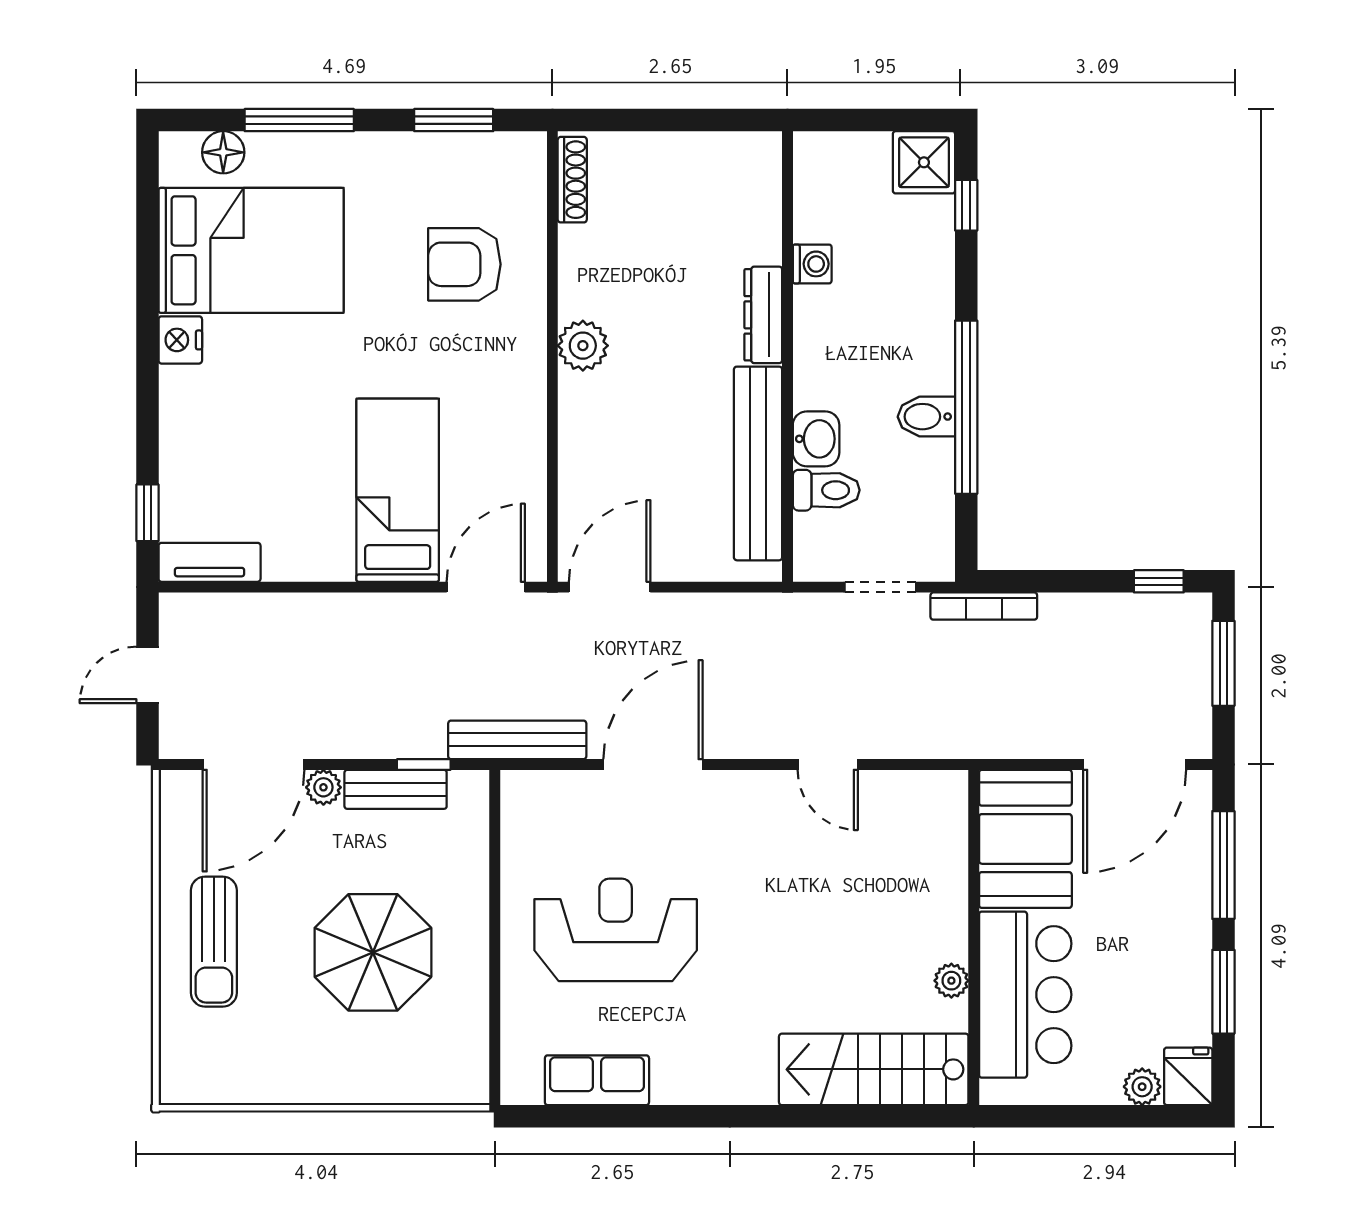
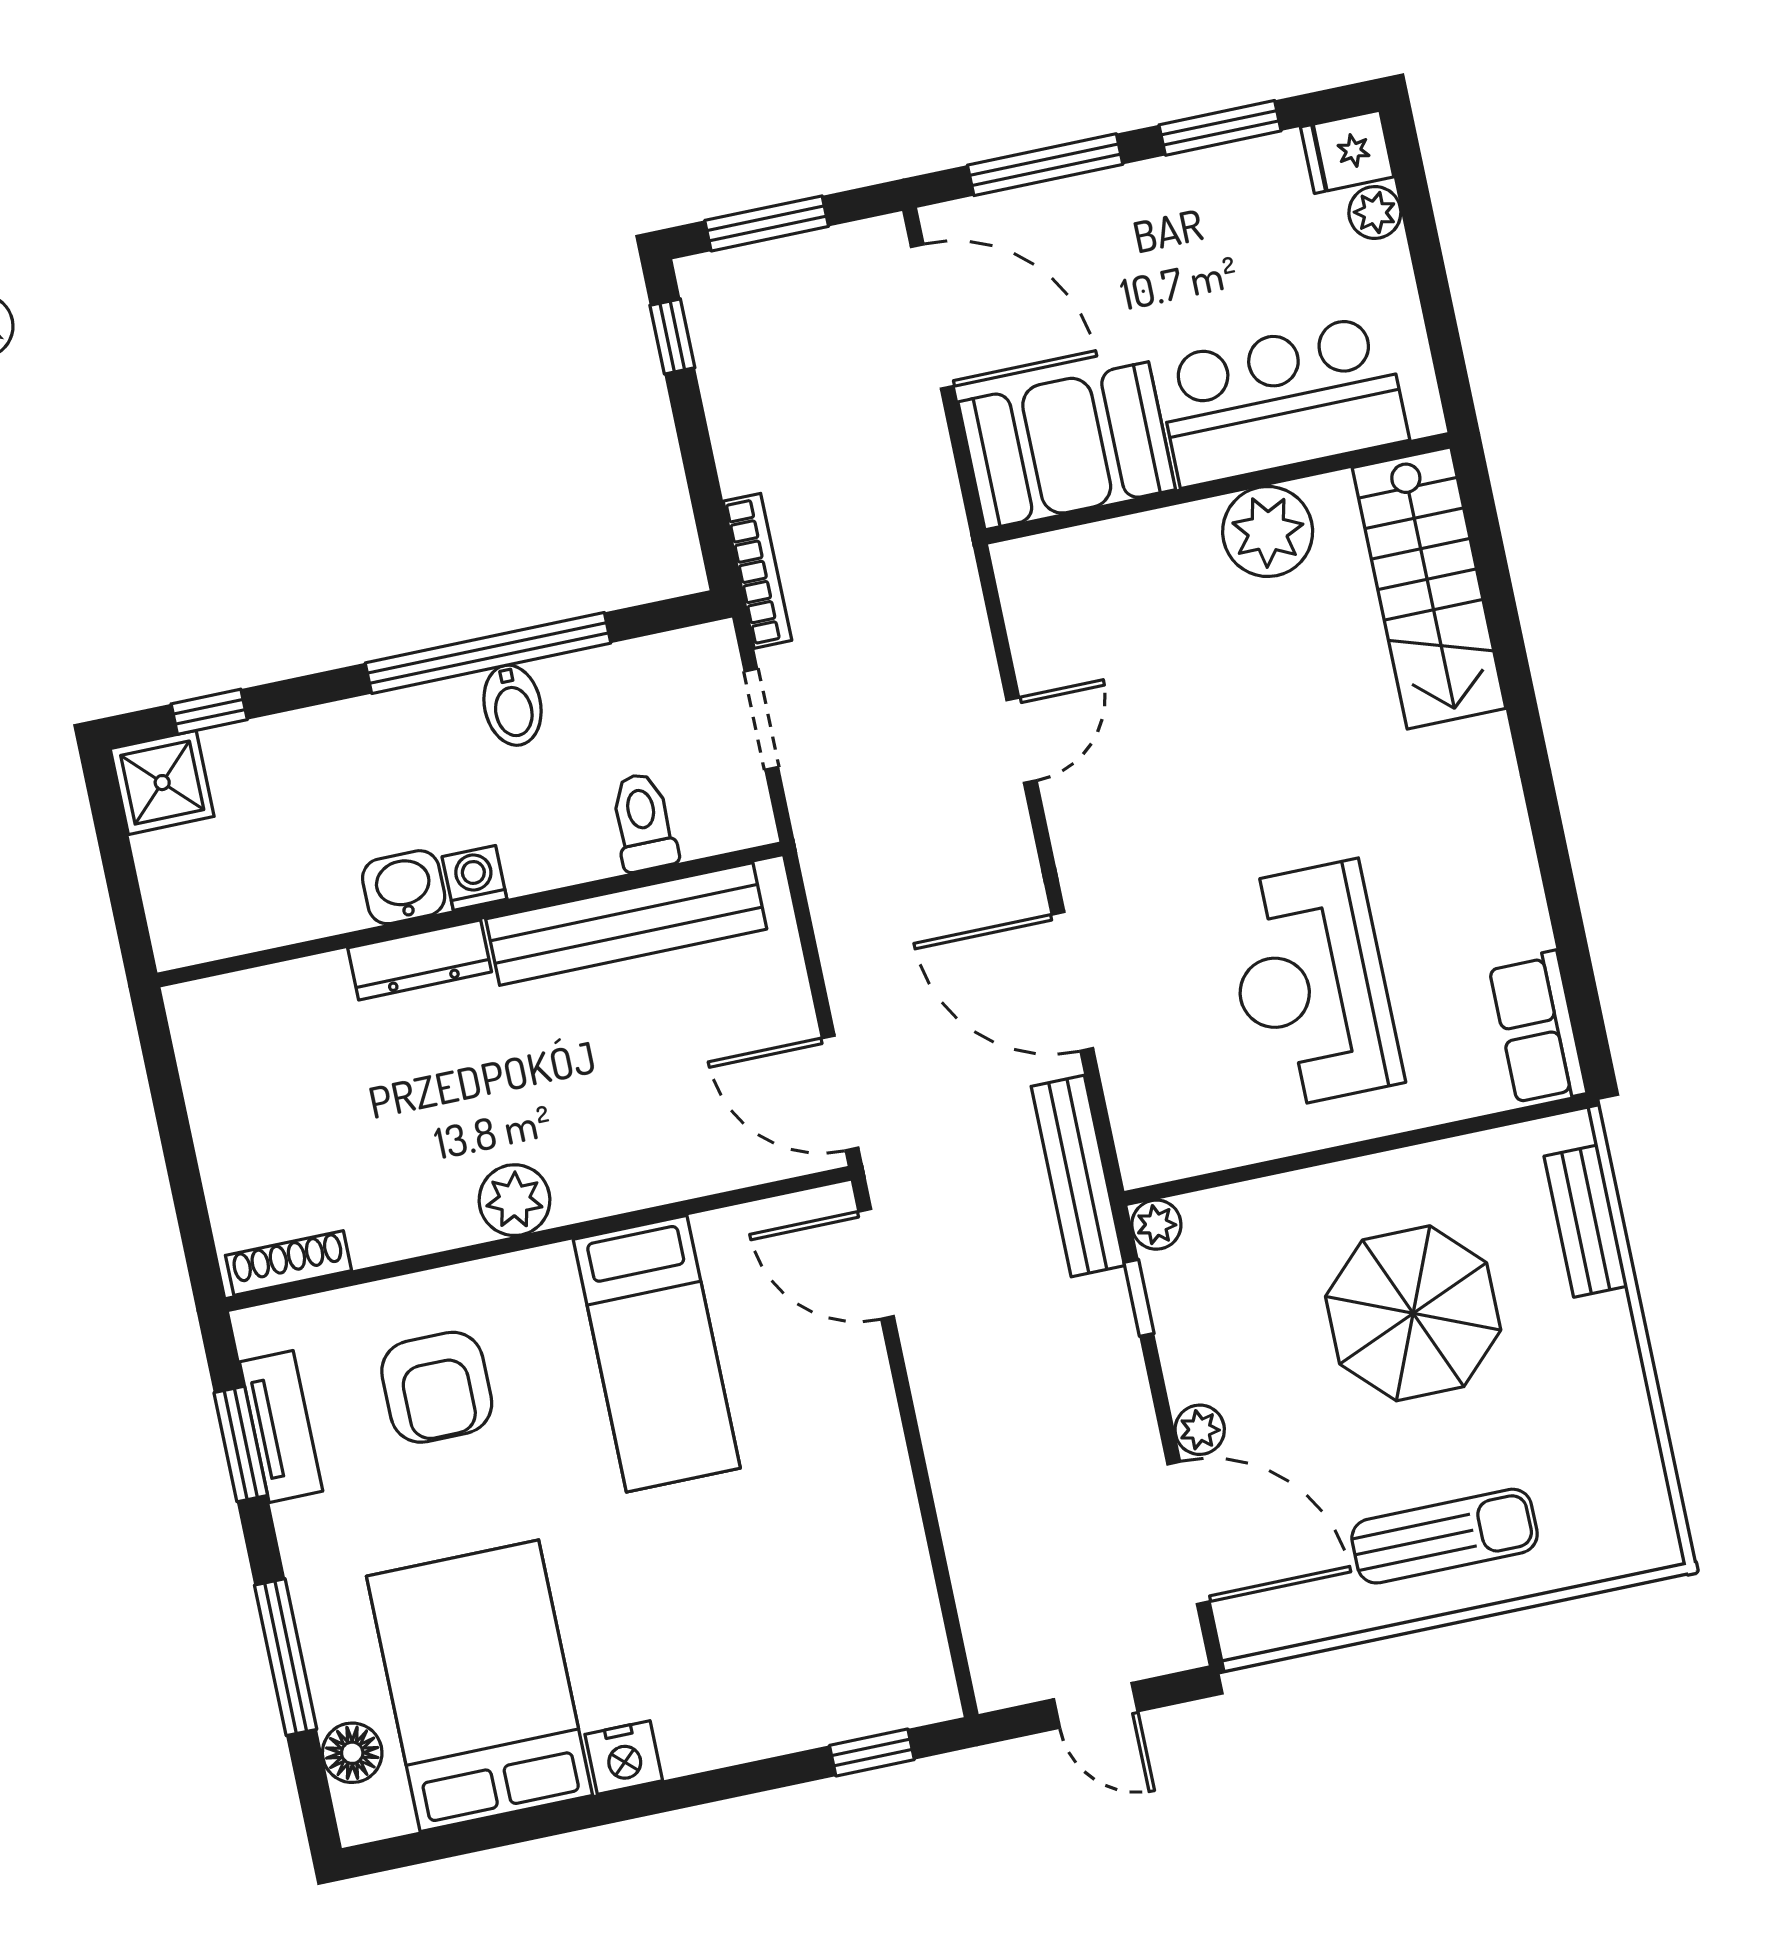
washing machine: (812, 264) -> (474, 878), moved
washbasin: (816, 439) -> (404, 887), moved
bed: (398, 490) -> (657, 1354), moved, turned -90
tv unit: (210, 562) -> (281, 1426), moved, turned 180
plant: (472, 787) -> (1156, 1225), added
bench: (396, 789) -> (1586, 1221), moved
plant: (951, 981) -> (1268, 532), width x1.87, depth x1.87
row of seats: (597, 1080) -> (1538, 1029), moved

